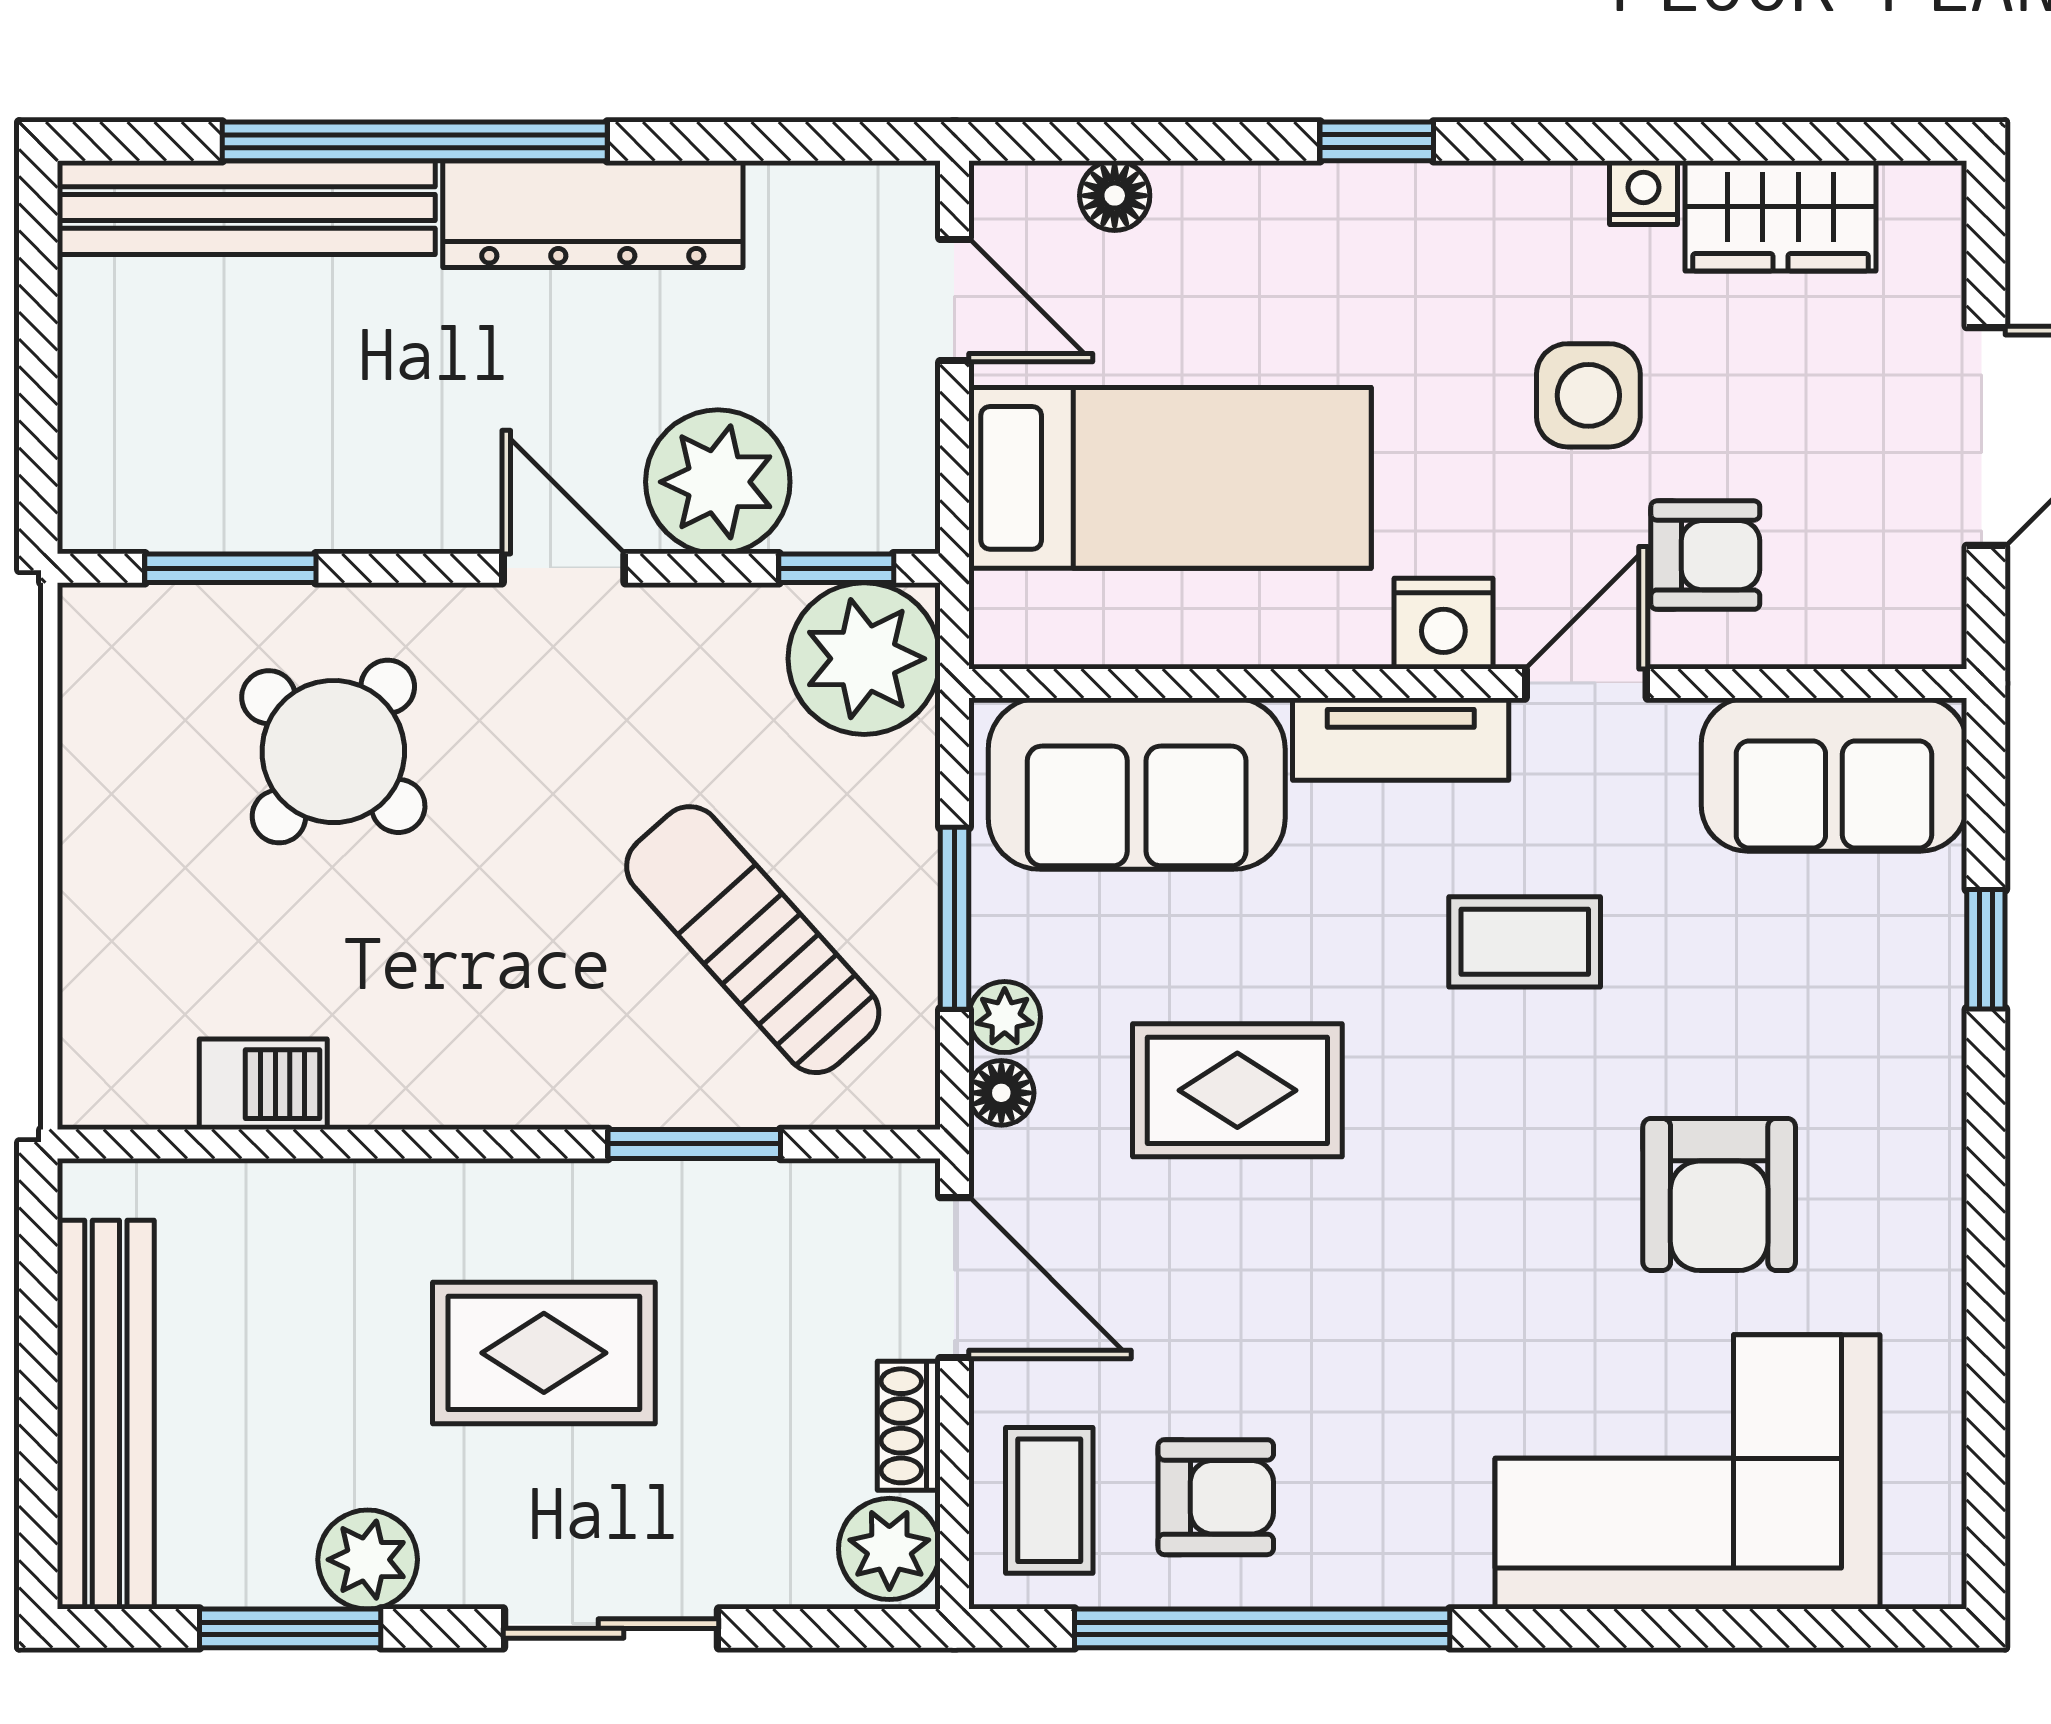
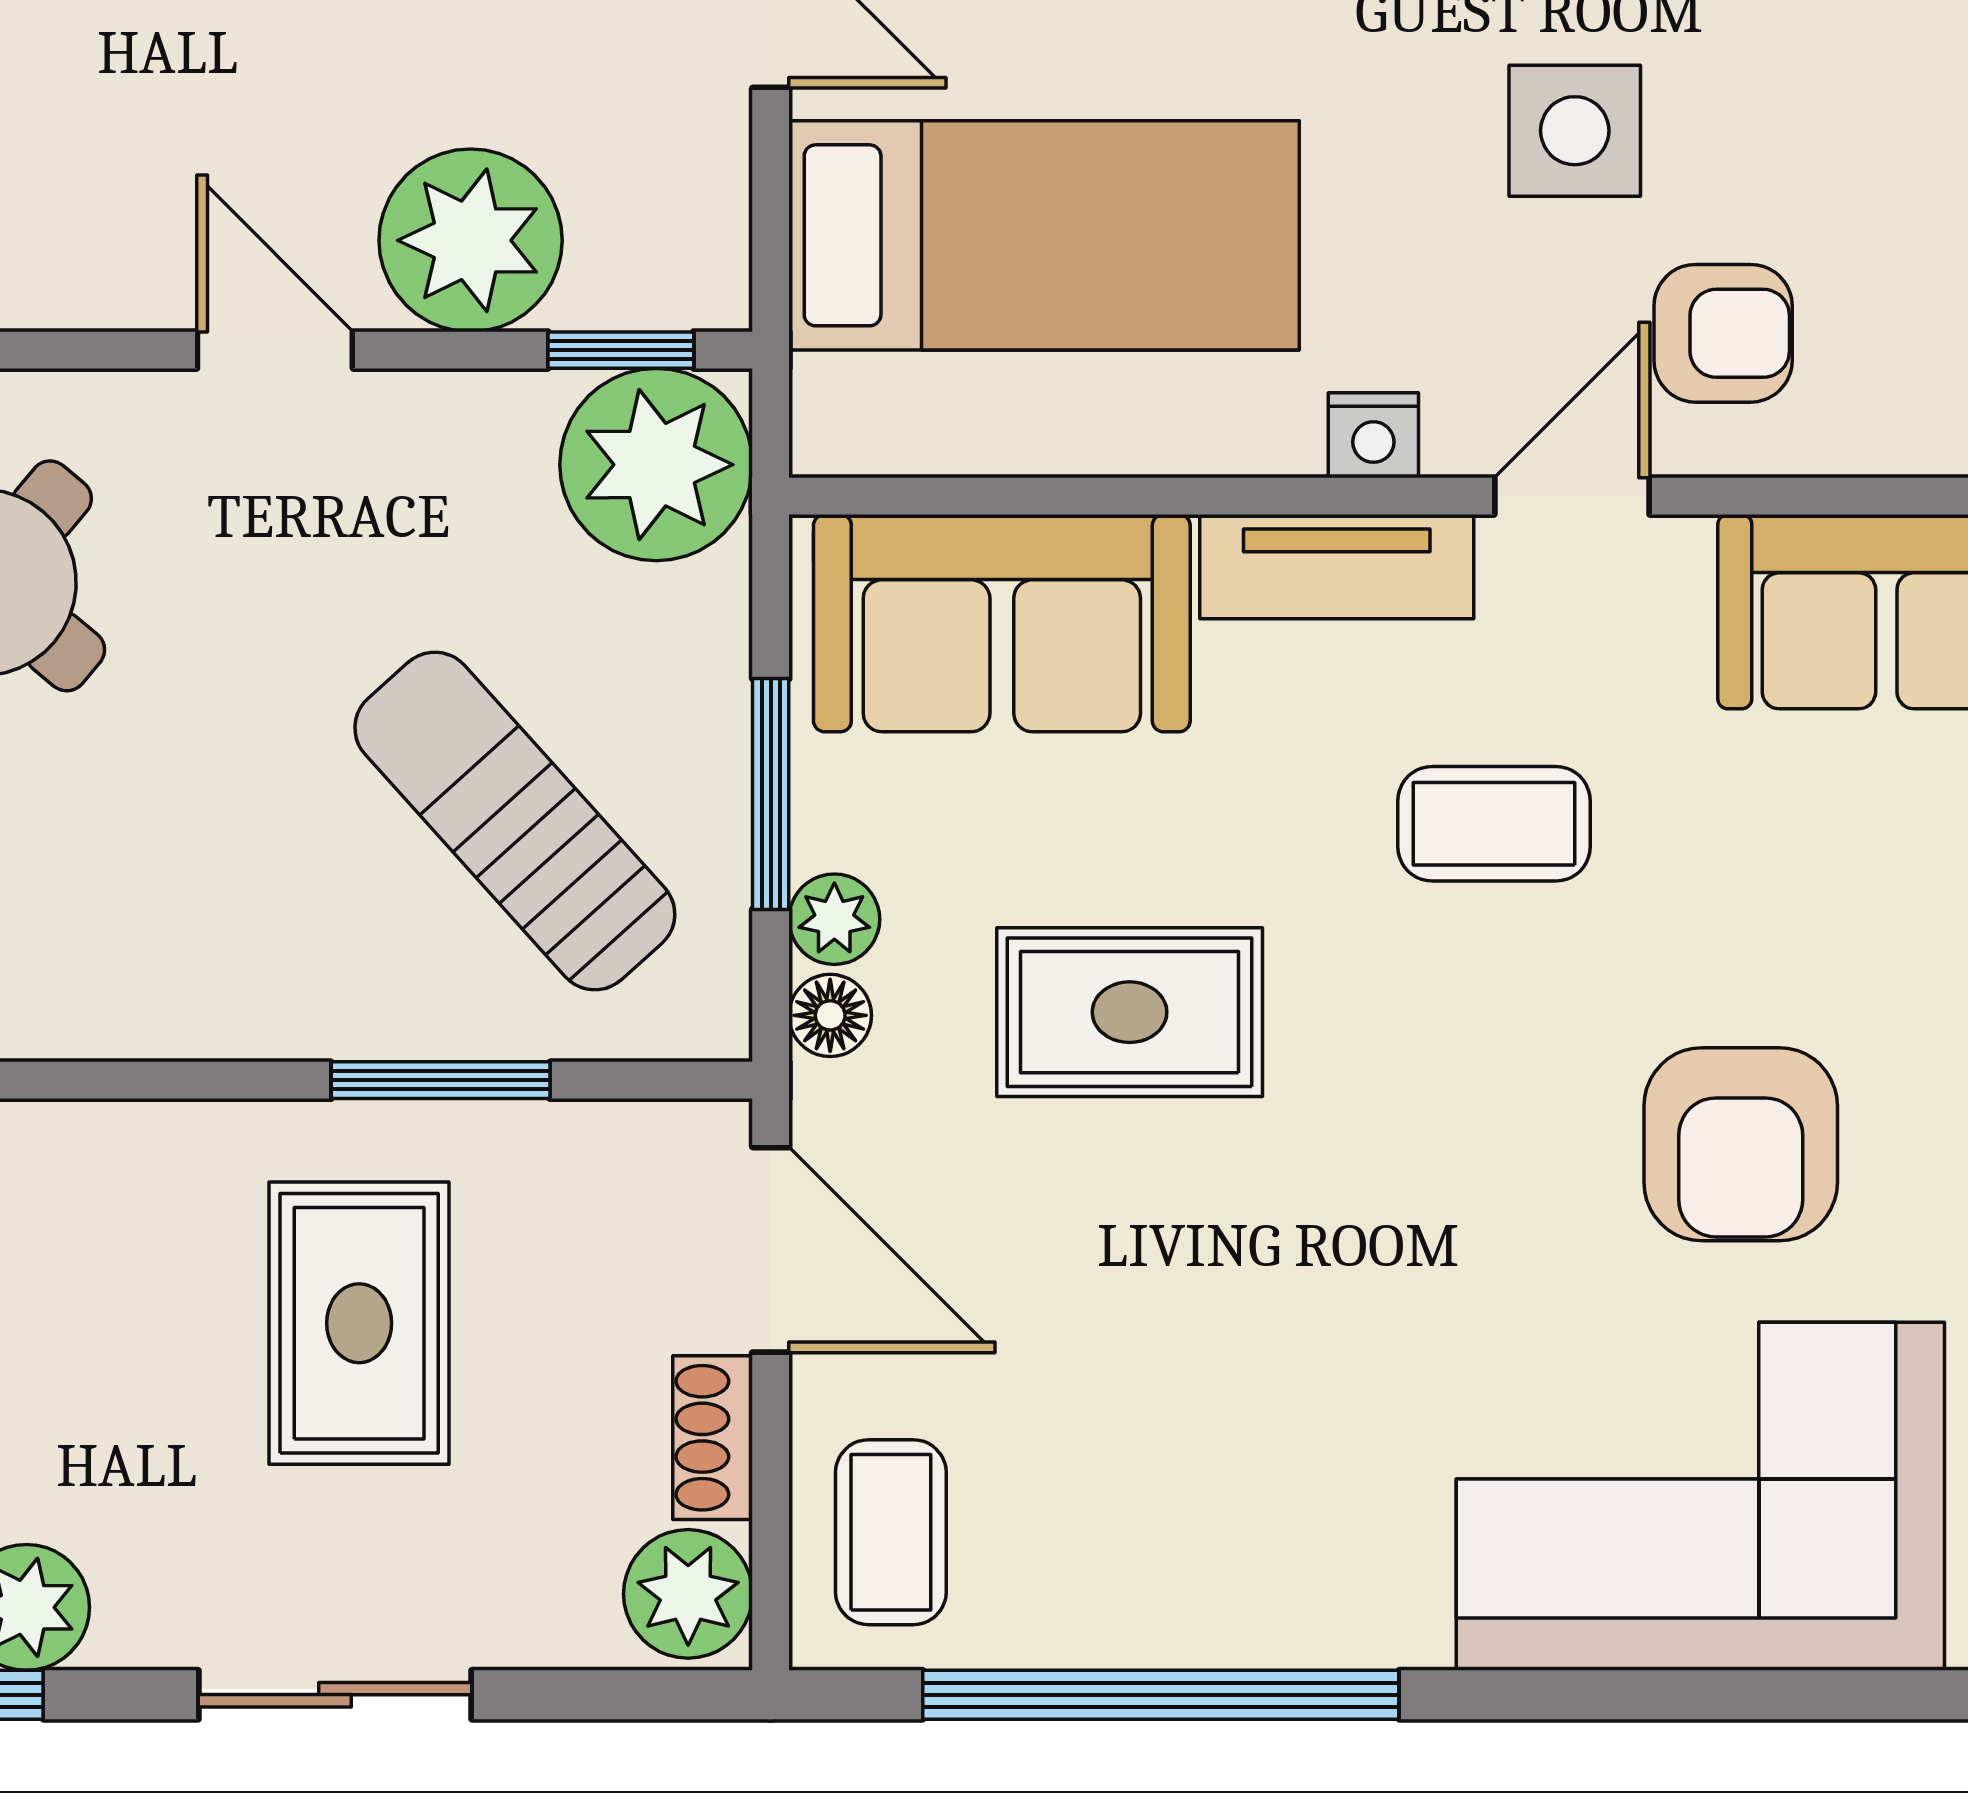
nightstand: (1443, 624) -> (1373, 435), width x0.72, depth x0.74
rug: (544, 1353) -> (359, 1323), moved, turned 90
armchair: (1216, 1497) -> (1102, 1528), removed

